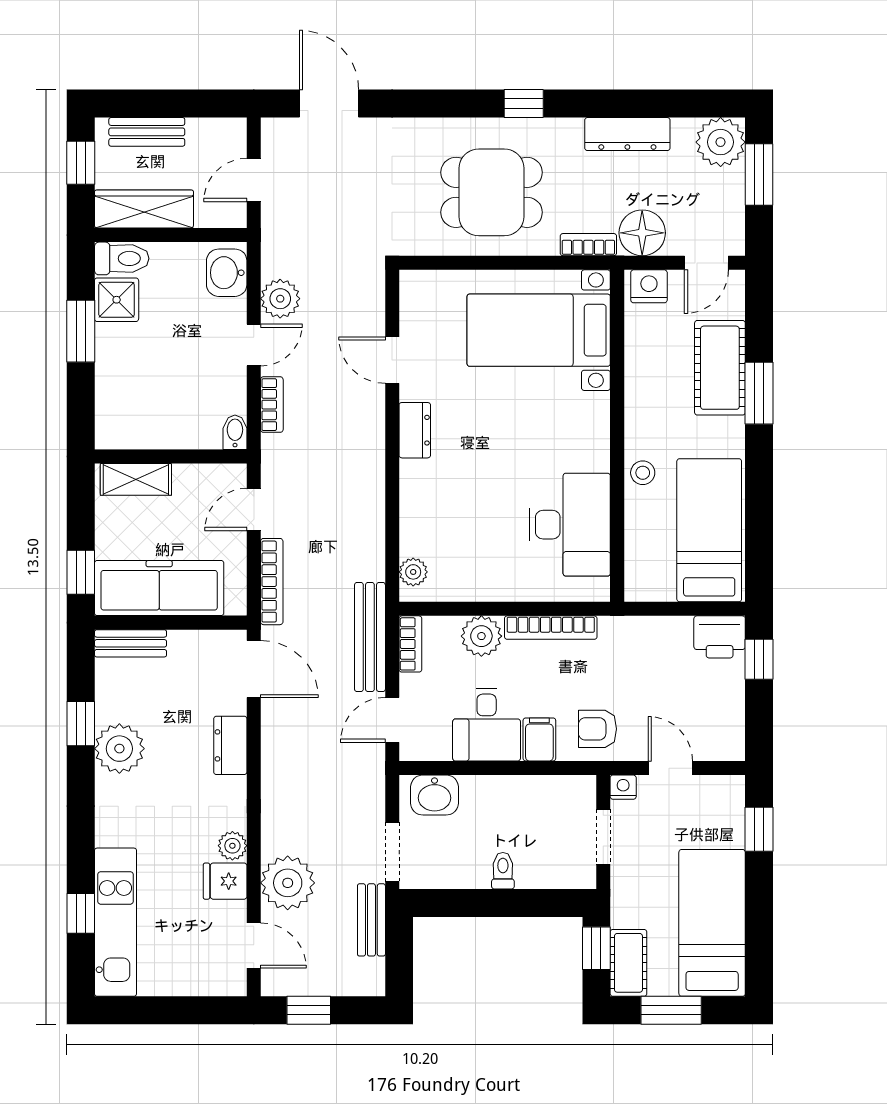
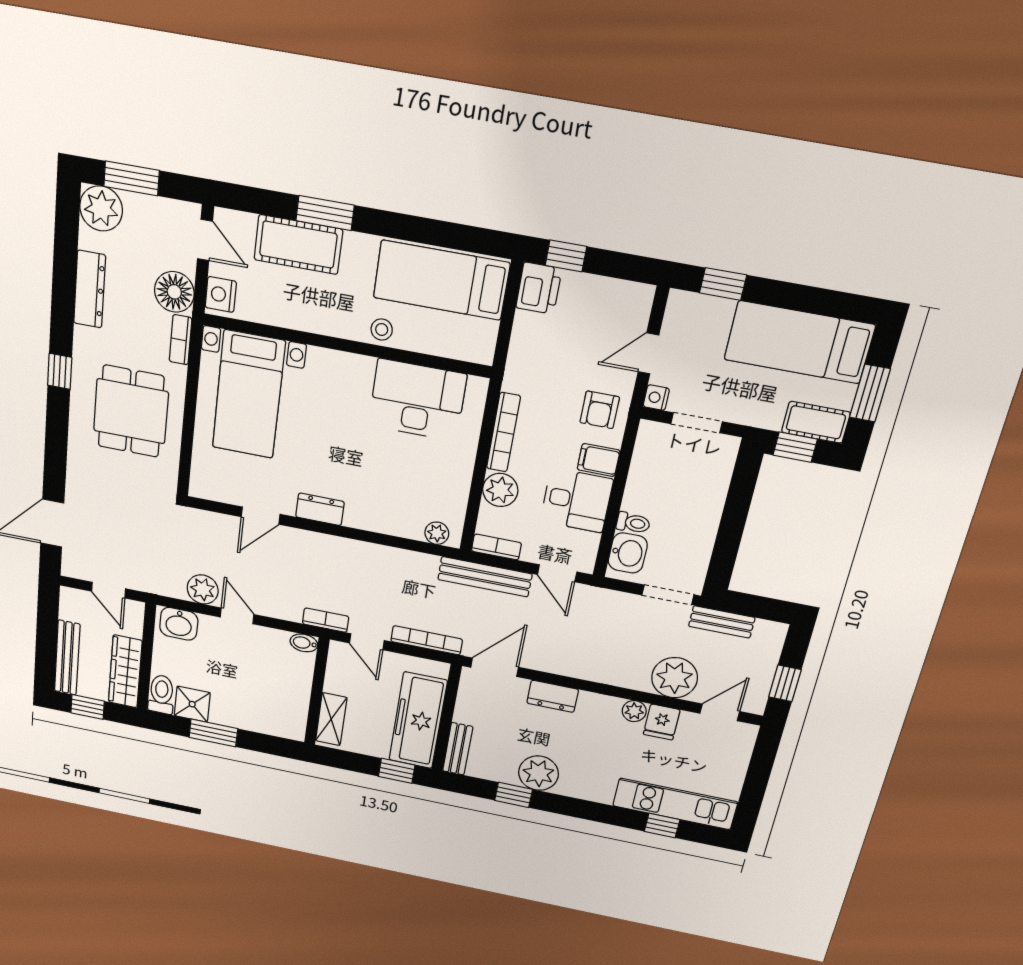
bench: (147, 132) -> (67, 658), width x1.36
bookcase: (272, 405) -> (326, 620), moved
toilet: (503, 871) -> (633, 523), moved, turned 180

